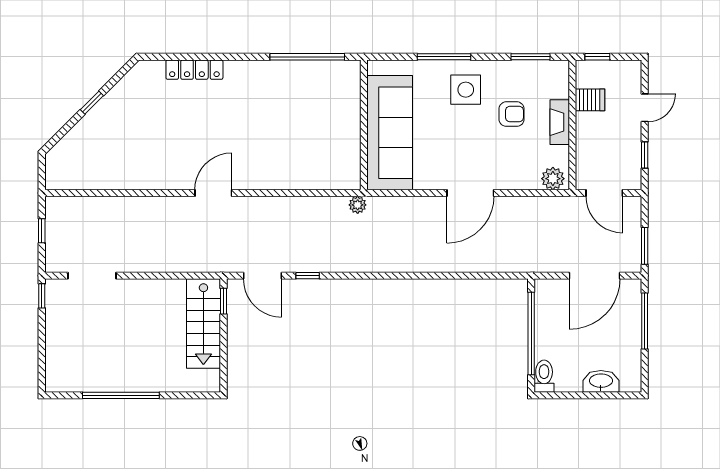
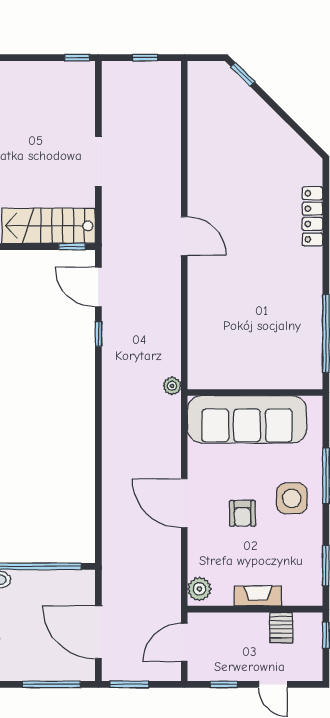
window: (92, 103) -> (243, 74), moved
armchair: (512, 114) -> (242, 513), moved
doorway: (92, 276) -> (98, 162), moved
door: (262, 276) -> (98, 287), hinge flipped

